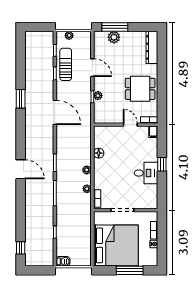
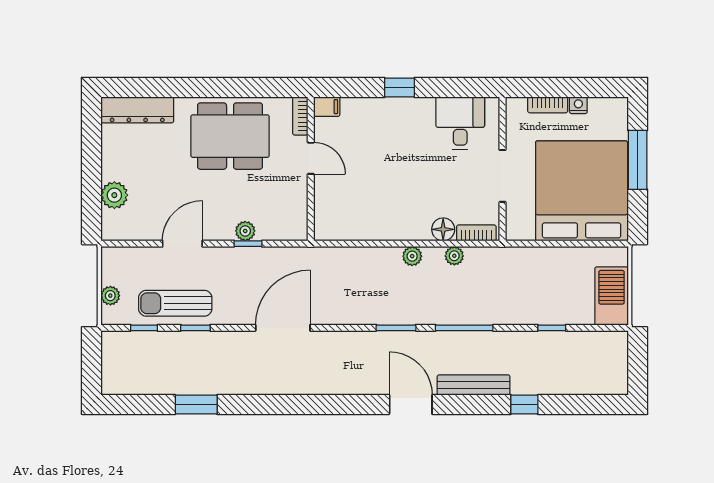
window: (115, 27) -> (91, 193), removed
dining table: (140, 89) -> (230, 136), width x1.38
window: (21, 99) -> (196, 404), moved
door: (130, 125) -> (311, 158), swing flipped
floor lamp: (99, 153) -> (443, 229), moved
door: (21, 169) -> (411, 404), hinge flipped
desk: (146, 173) -> (460, 123), moved
bench: (29, 197) -> (474, 385), added
window: (21, 248) -> (524, 404), moved
barbecue: (63, 261) -> (612, 296), width x1.88, depth x1.53

